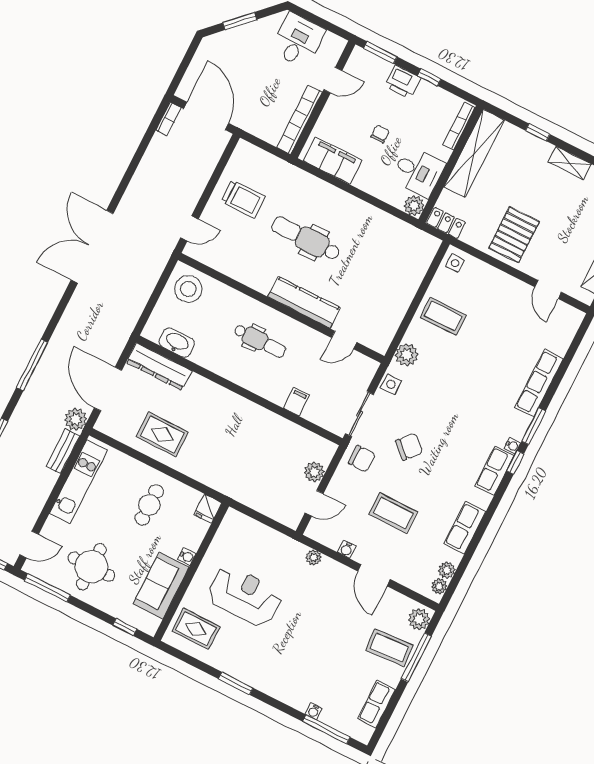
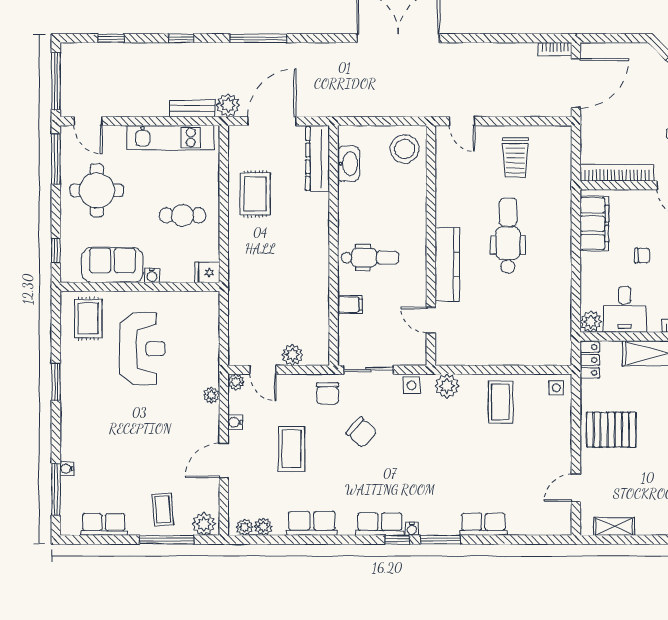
dental chair: (260, 341) -> (370, 258), moved, turned -90
row of seats: (539, 383) -> (483, 524), width x0.68
plant: (313, 531) -> (236, 382), added
coffee table: (389, 648) -> (163, 510), width x0.73, depth x0.77

